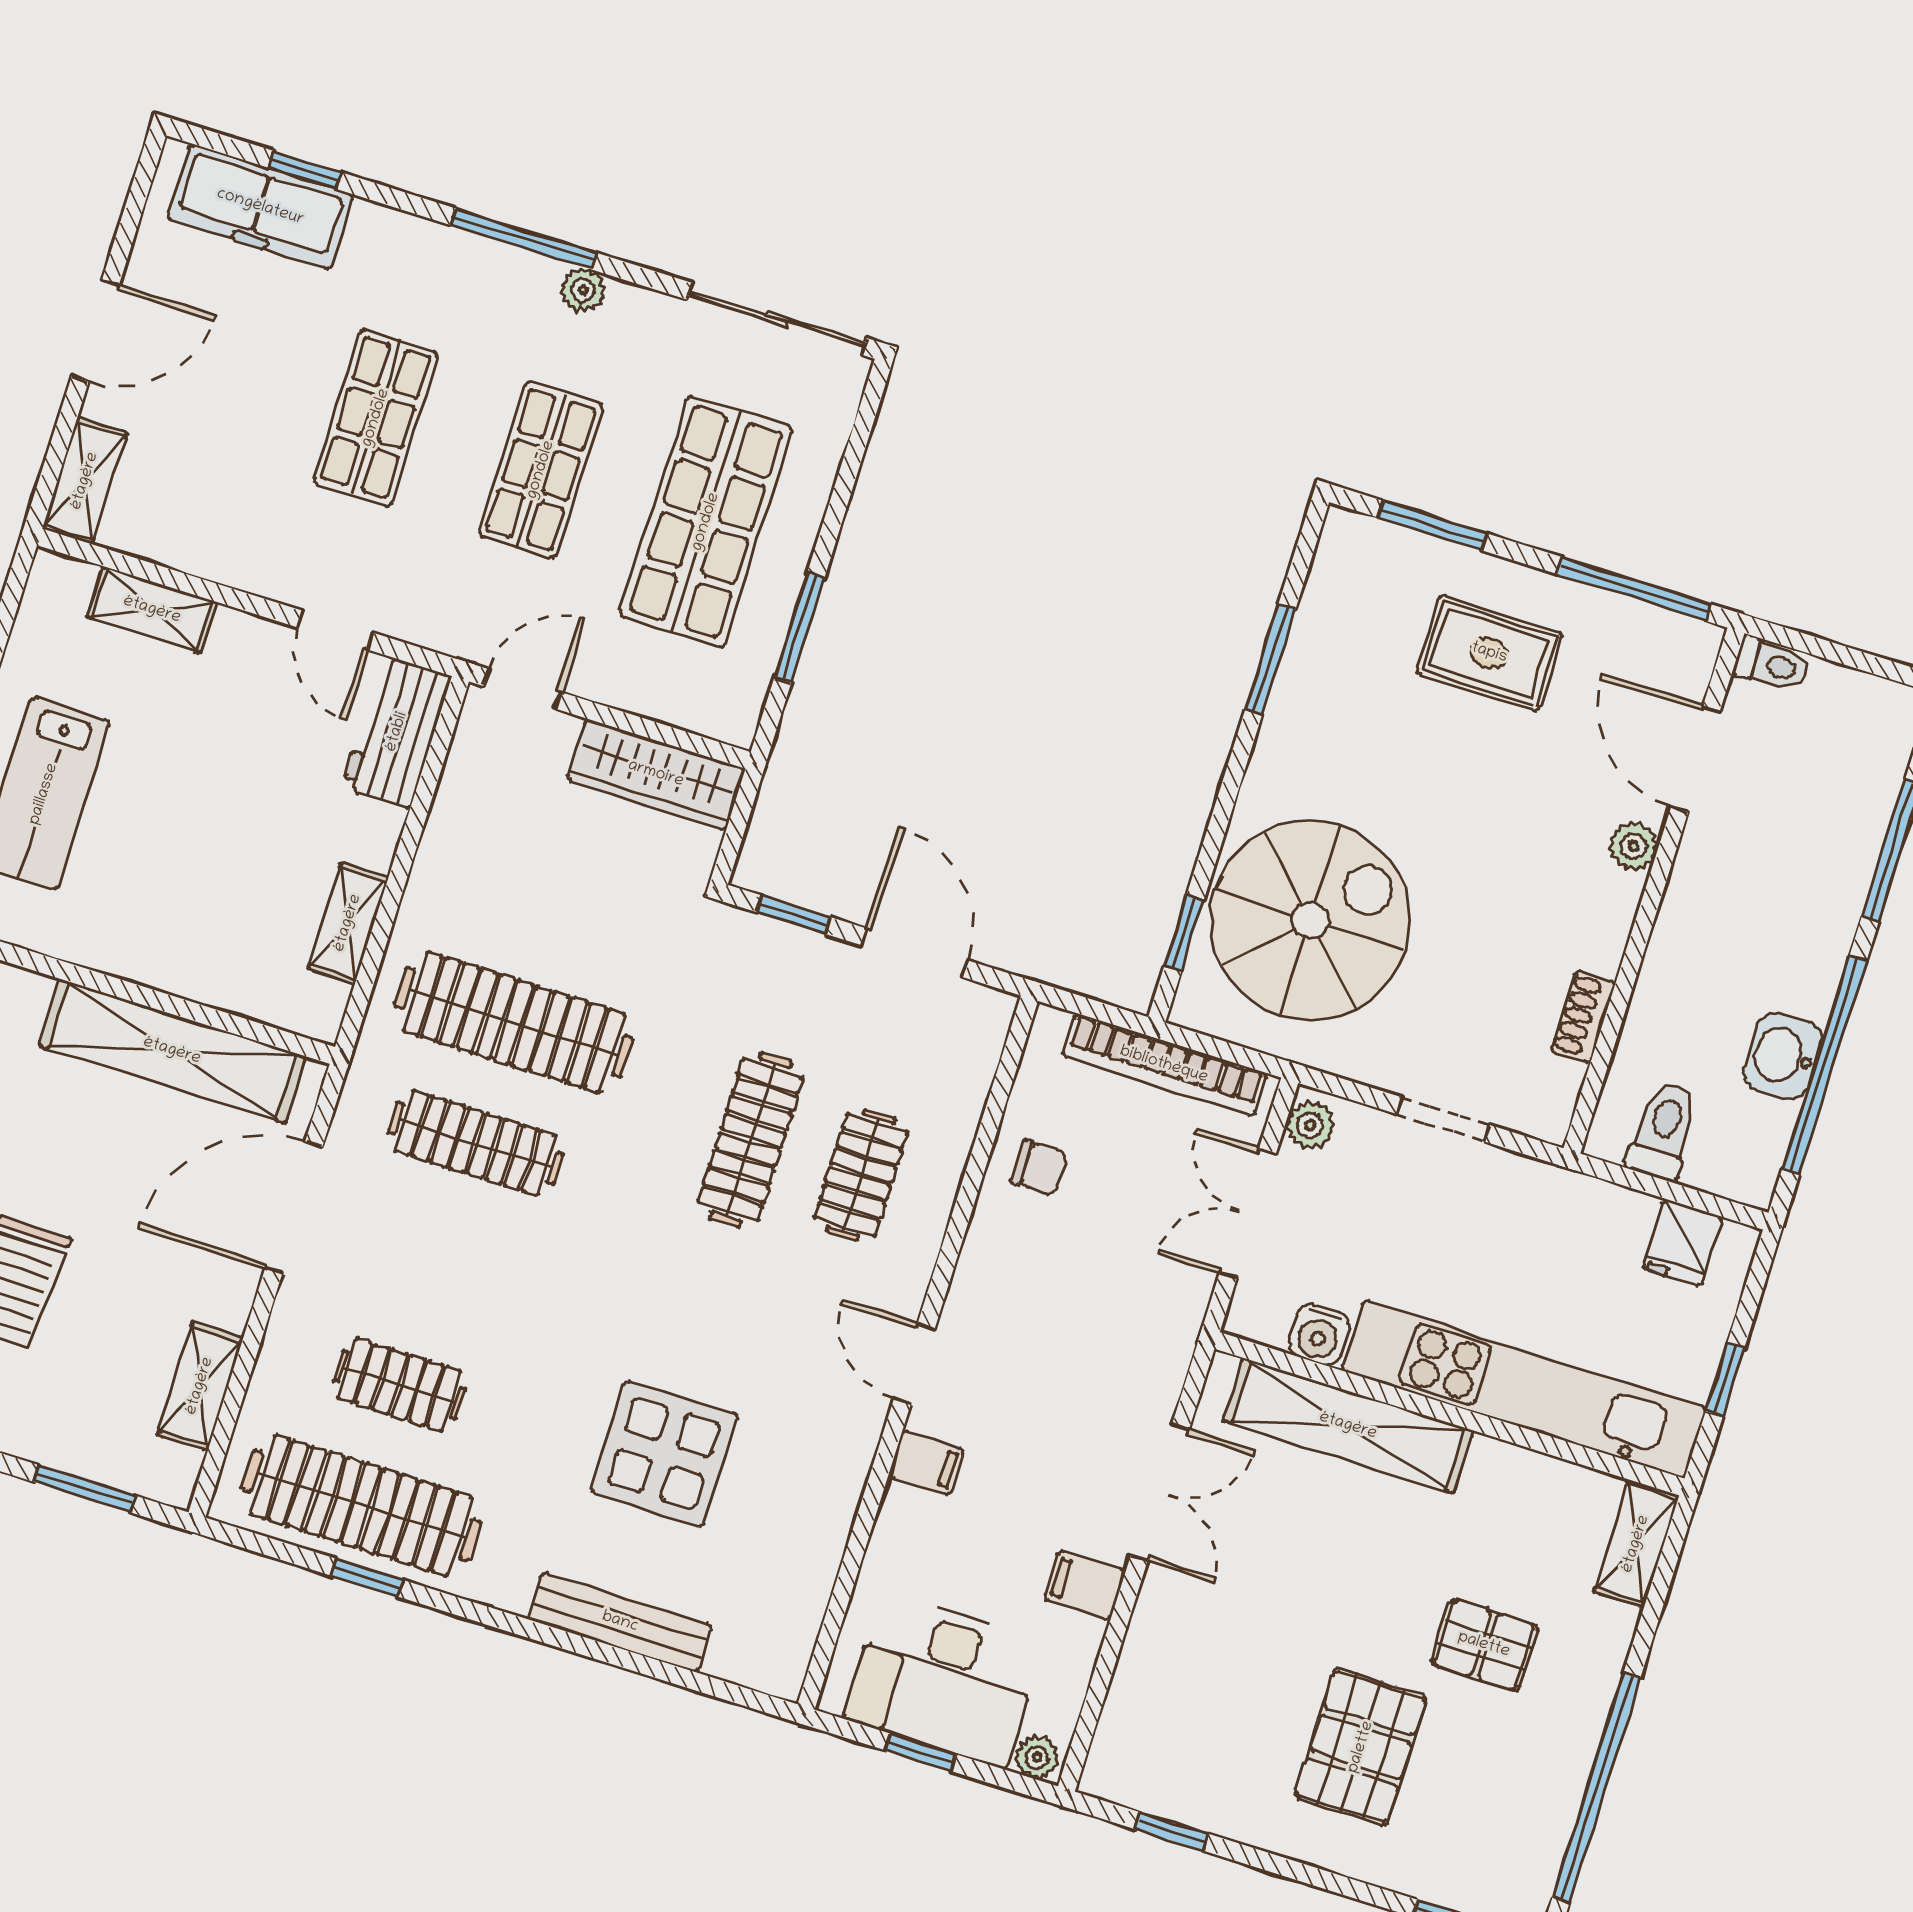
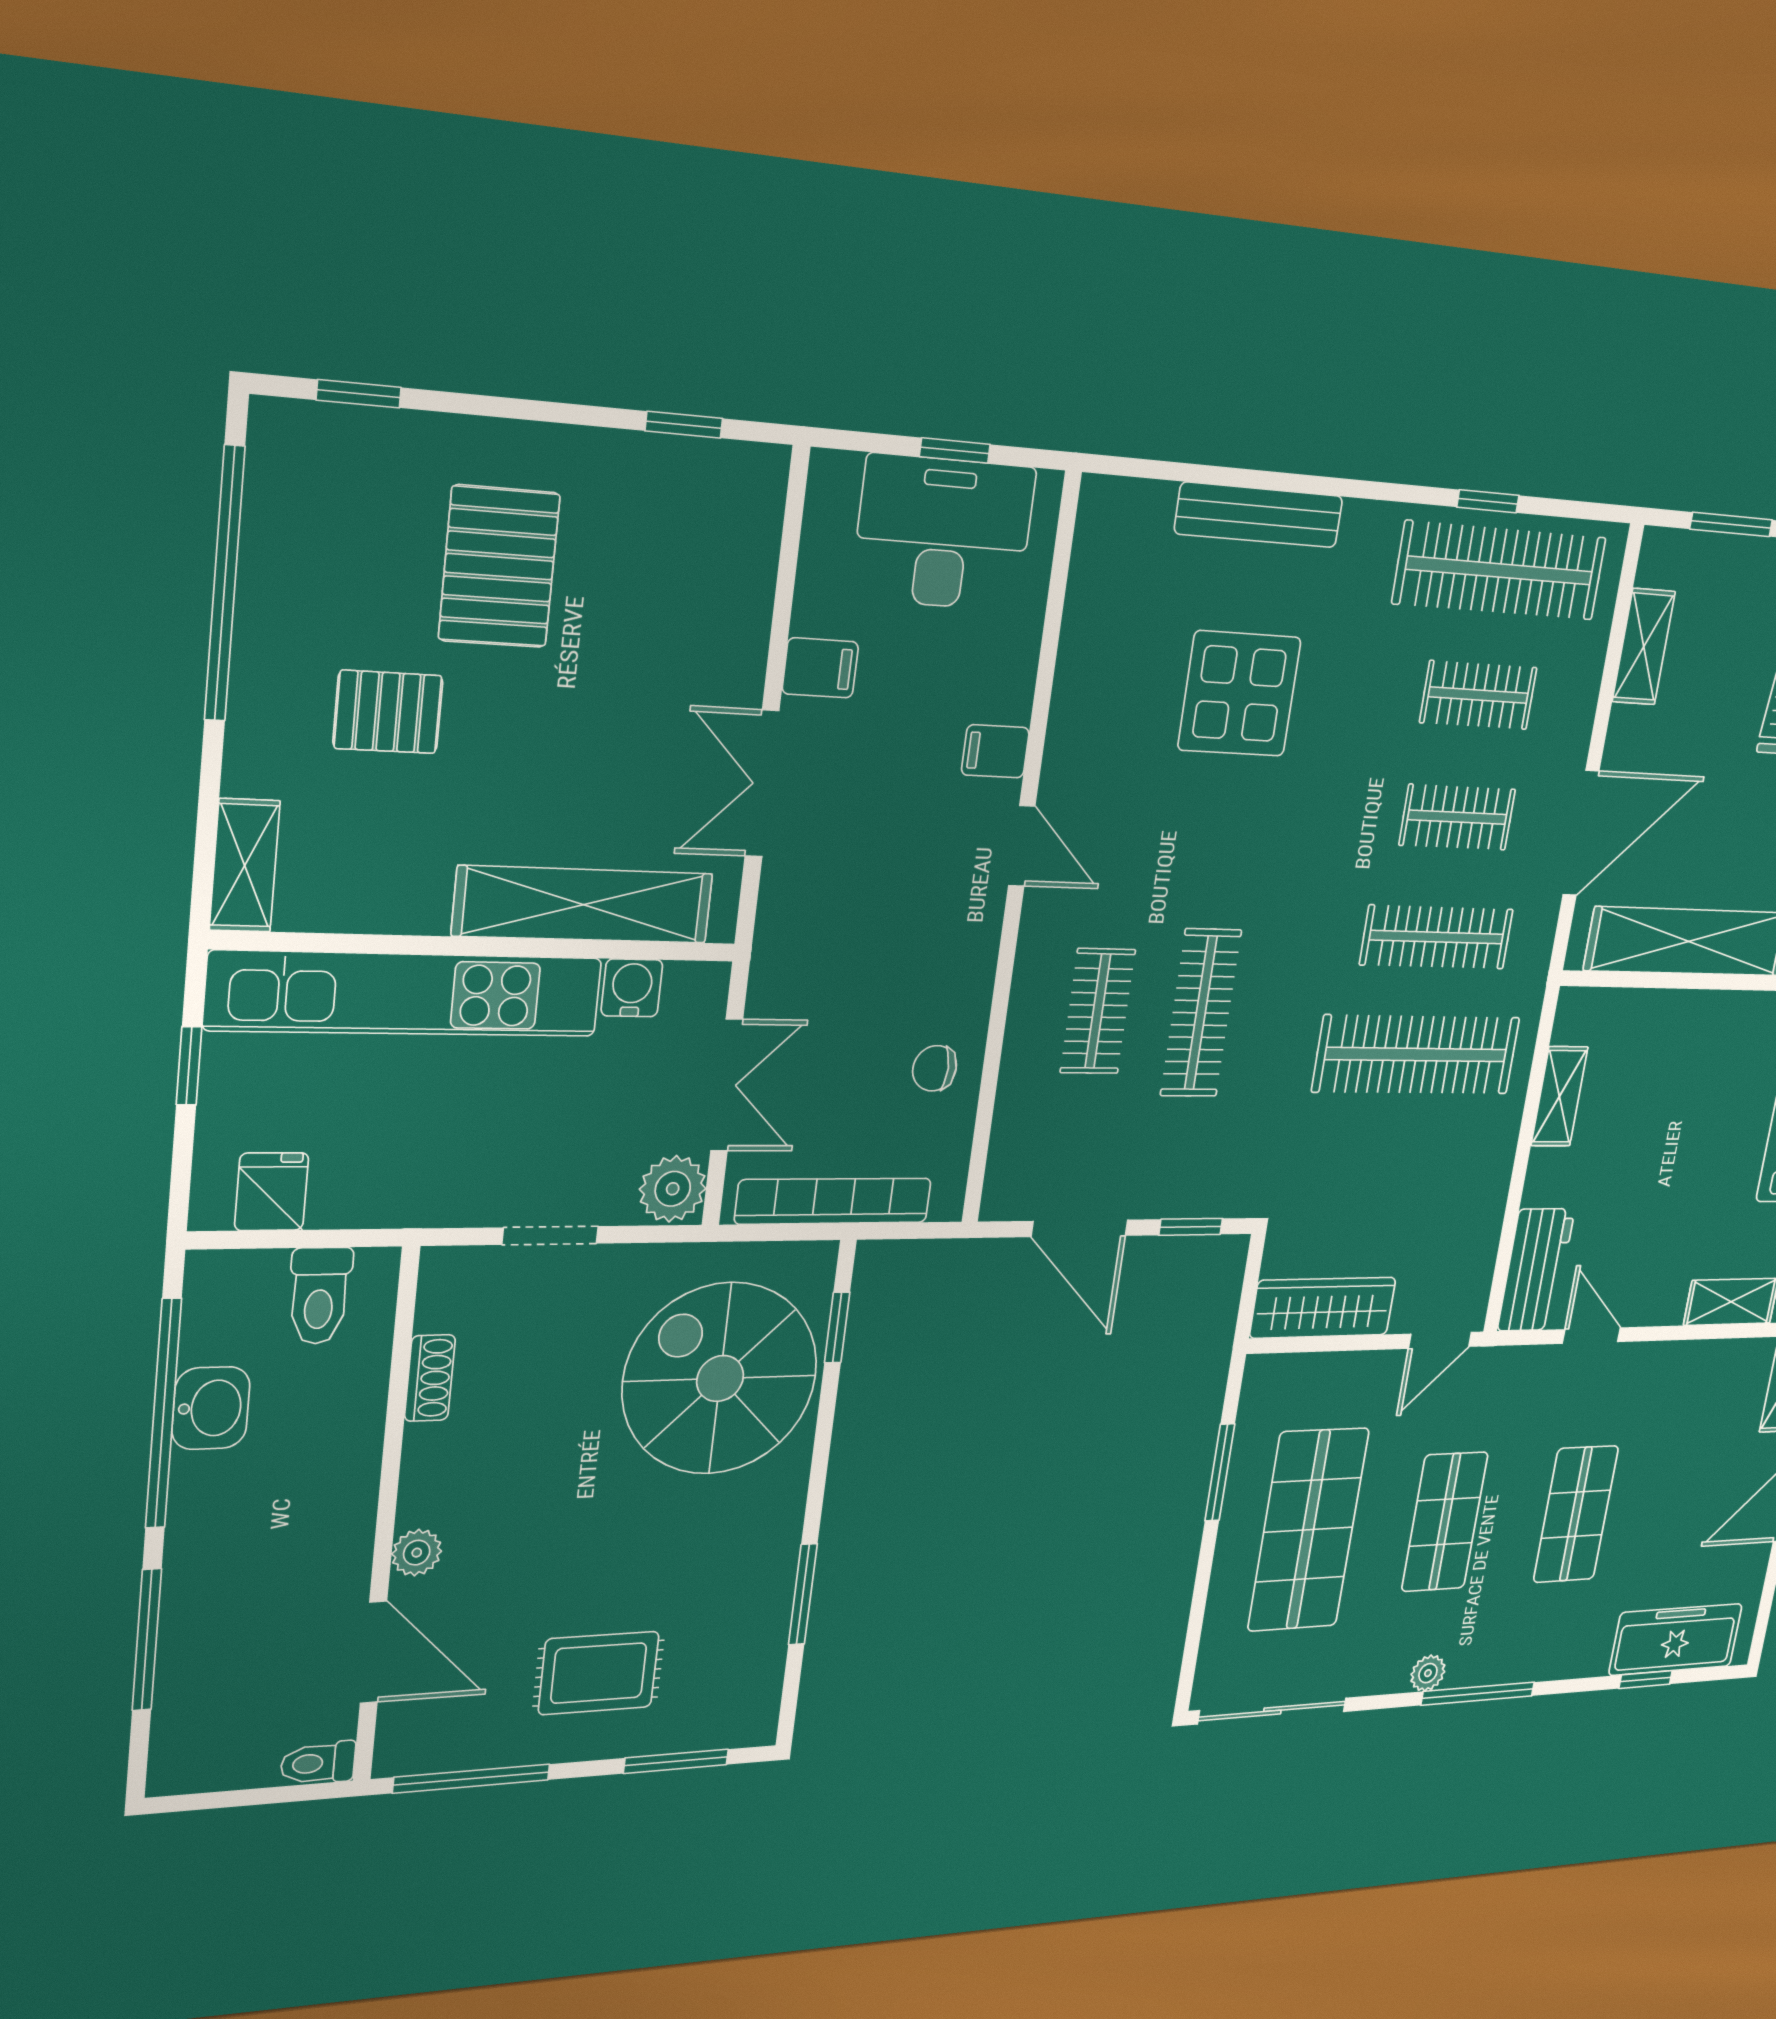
spiral stairs: (1310, 920) -> (720, 1378), turned 90
plant: (1310, 1125) -> (673, 1189), width x1.38, depth x1.38
clothes rail: (437, 1264) -> (1457, 817), added
plant: (1037, 1757) -> (837, 473), removed

